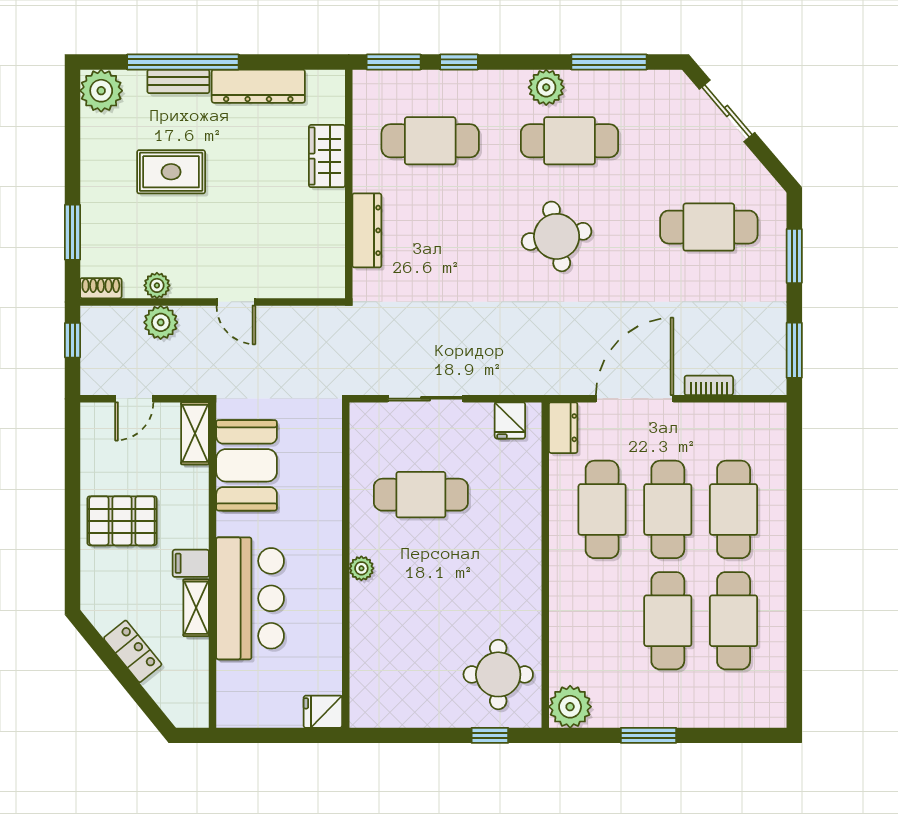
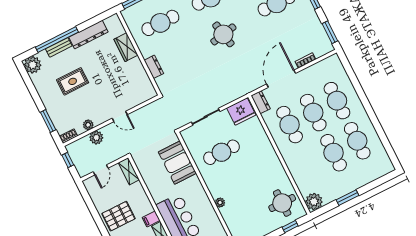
dresser: (367, 230) -> (154, 67), width x0.70
fridge: (510, 420) -> (241, 111), width x1.88, depth x1.34
booth: (247, 465) -> (177, 163), moved
plant: (361, 568) -> (220, 203), moved

